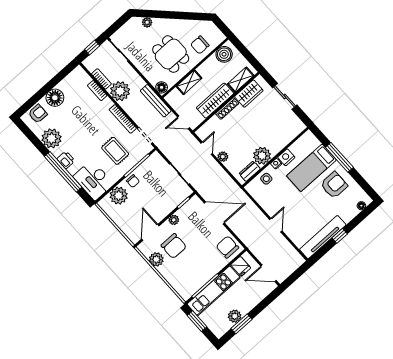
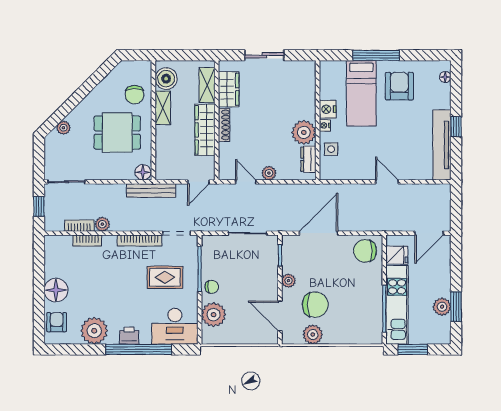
shelving: (189, 82) -> (163, 108), moved
plant: (120, 91) -> (102, 224), width x0.53, depth x0.53

